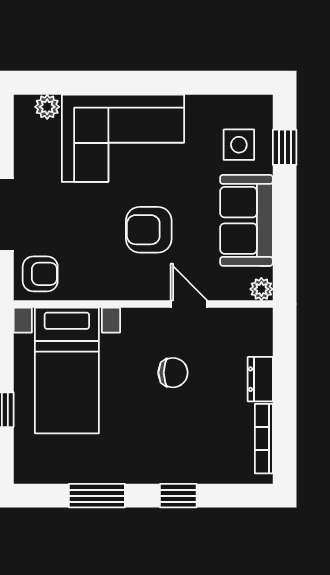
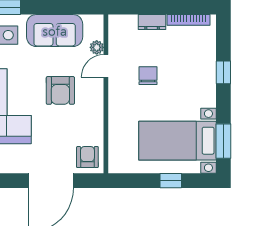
plant: (261, 289) -> (97, 47), moved
bed with nightstands: (67, 370) -> (178, 141), moved, turned 180
window: (97, 496) -> (223, 141), moved

